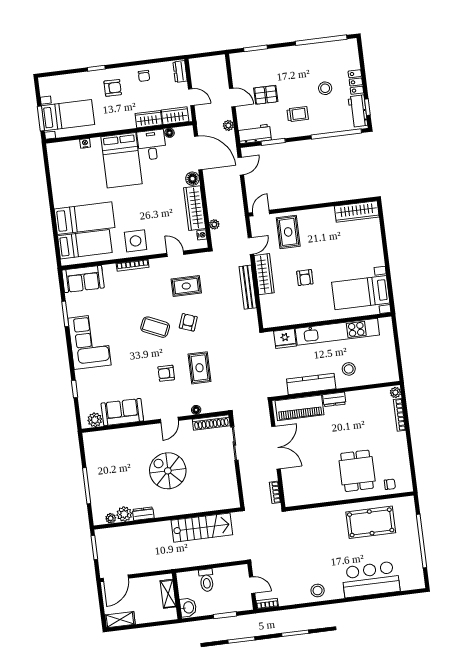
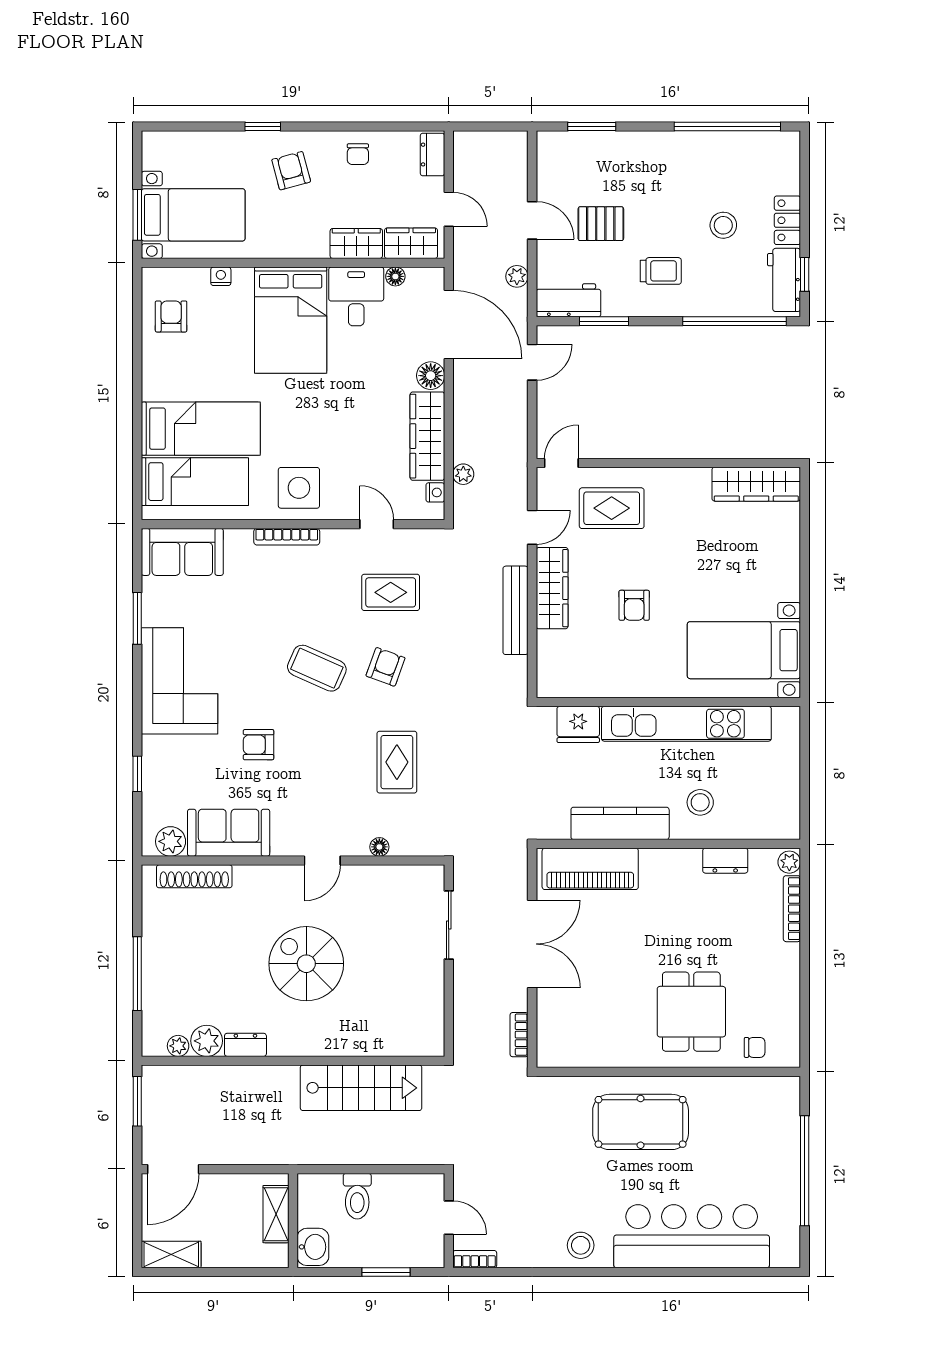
armchair: (113, 88) -> (291, 171), turned -105
armchair: (63, 166) -> (171, 316), added
rug: (288, 232) -> (612, 508), turned 90
armchair: (166, 373) -> (259, 745), moved
dresser: (334, 399) -> (725, 861), moved
shoe rack: (211, 422) -> (194, 876), moved
pool table: (371, 522) -> (641, 1122), moved
bar counter: (371, 579) -> (692, 1236), width x1.36

